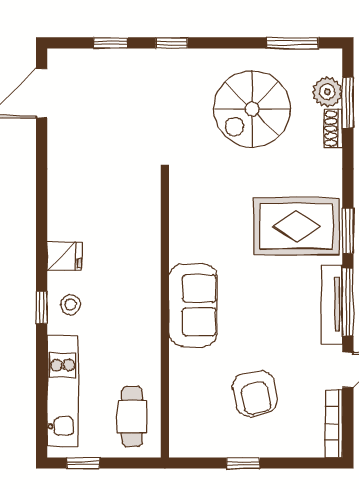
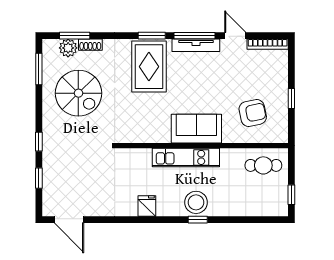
fridge: (64, 256) -> (147, 206), moved
stool: (70, 304) -> (196, 202), width x1.89, depth x1.89
kitchen unit: (63, 391) -> (186, 157), moved, turned 180
armchair: (255, 393) -> (253, 113), moved

